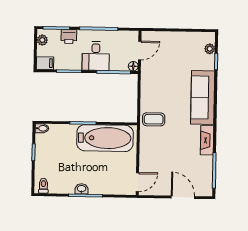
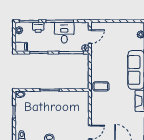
desk: (96, 56) -> (64, 33), moved, turned 180
bathtub: (105, 138) -> (66, 101), removed

